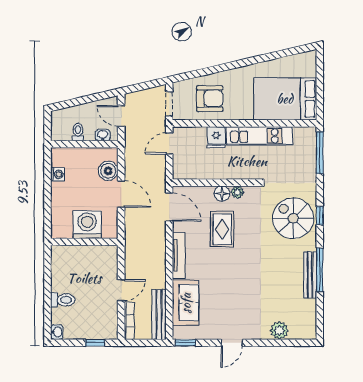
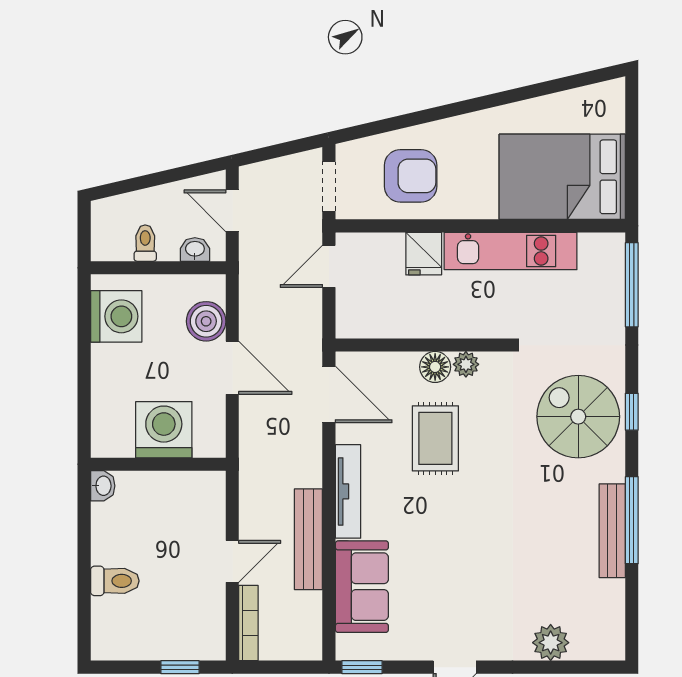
washing machine: (58, 174) -> (116, 316), width x1.89, depth x1.89
bench: (159, 315) -> (308, 539), moved
washbasin: (57, 332) -> (103, 486), moved

